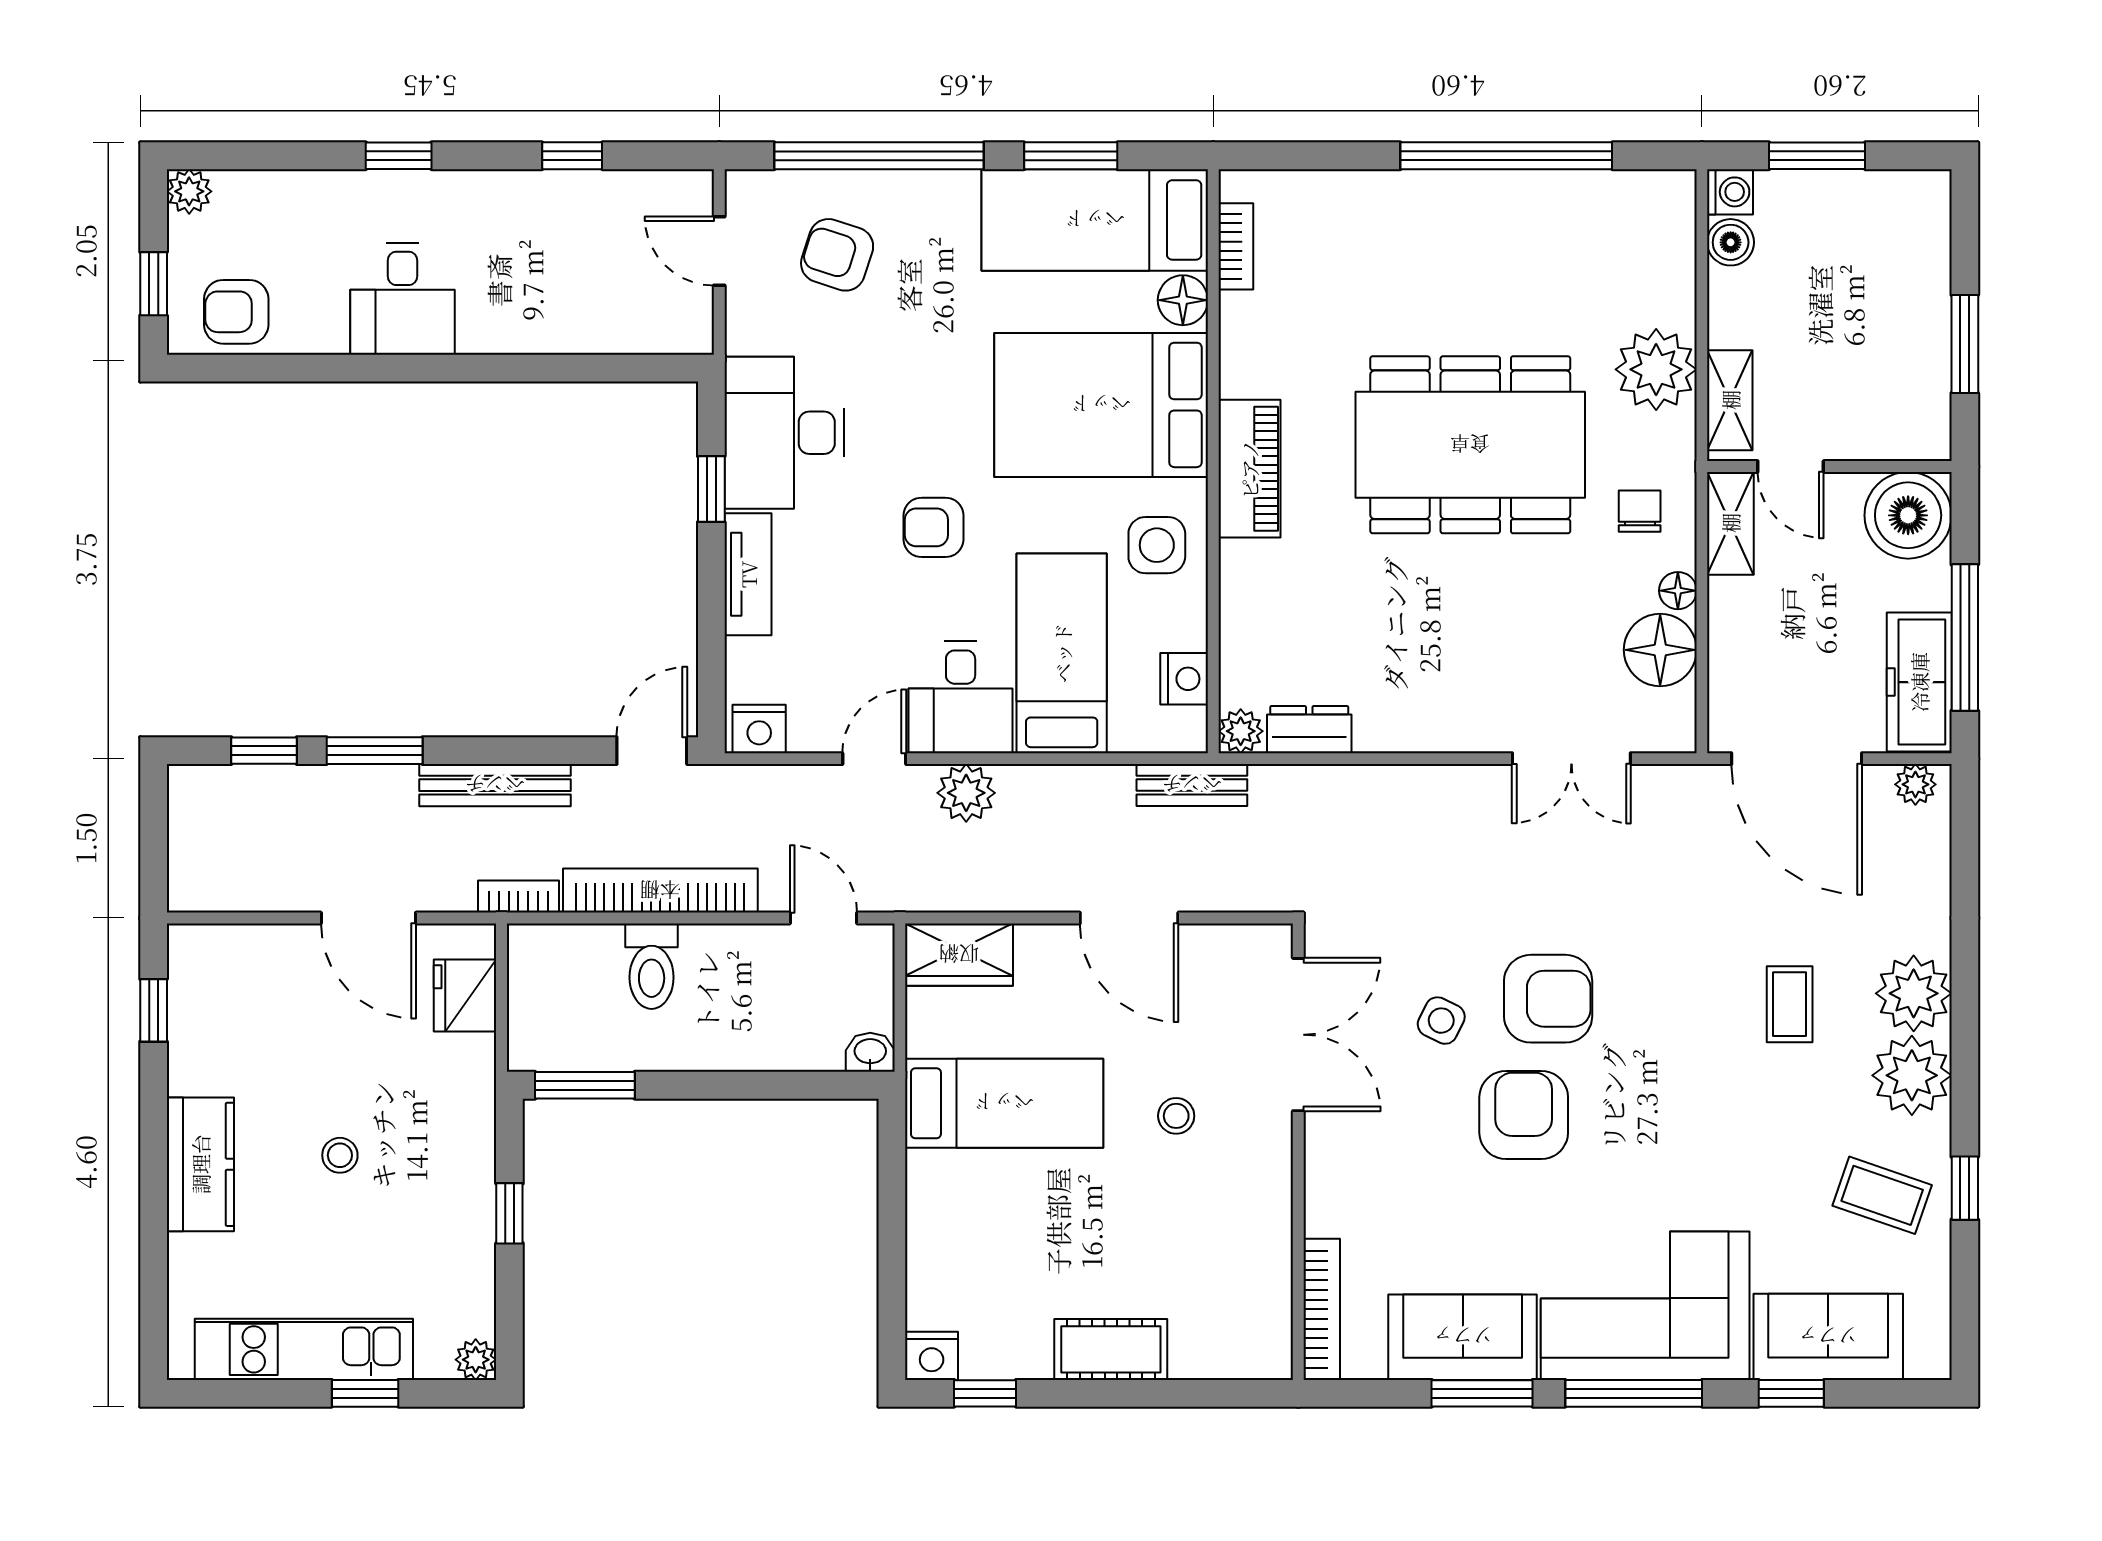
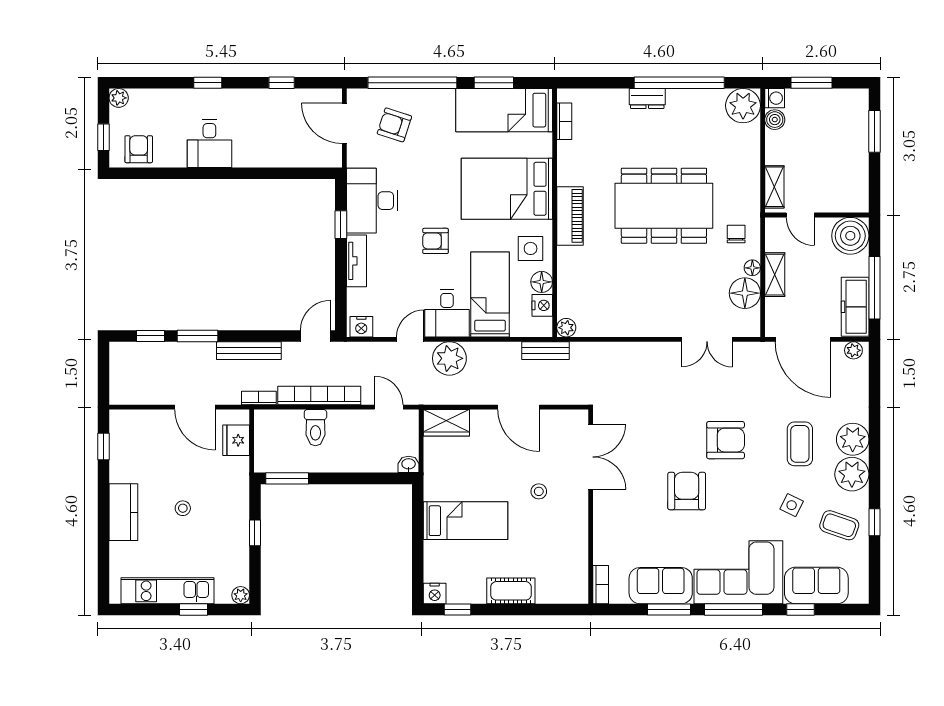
door: (719, 251) -> (344, 123), width x1.38
floor lamp: (1183, 300) -> (542, 282), moved
armchair: (236, 312) -> (139, 149), turned 90
window: (1965, 344) -> (874, 131), moved
plant: (1656, 369) -> (743, 106), moved
shelving: (1730, 523) -> (775, 275), moved
dresser: (1309, 730) -> (647, 98), moved, turned 180
plant: (966, 793) -> (449, 358), width x1.36, depth x1.36
armchair: (1548, 999) -> (726, 440), moved
coffee table: (1790, 1004) -> (800, 444), width x1.36, depth x1.30
side table: (1441, 1021) -> (792, 505), moved
bed: (1004, 1103) -> (466, 521), moved
bookcase: (1322, 1309) -> (601, 585), width x0.64

